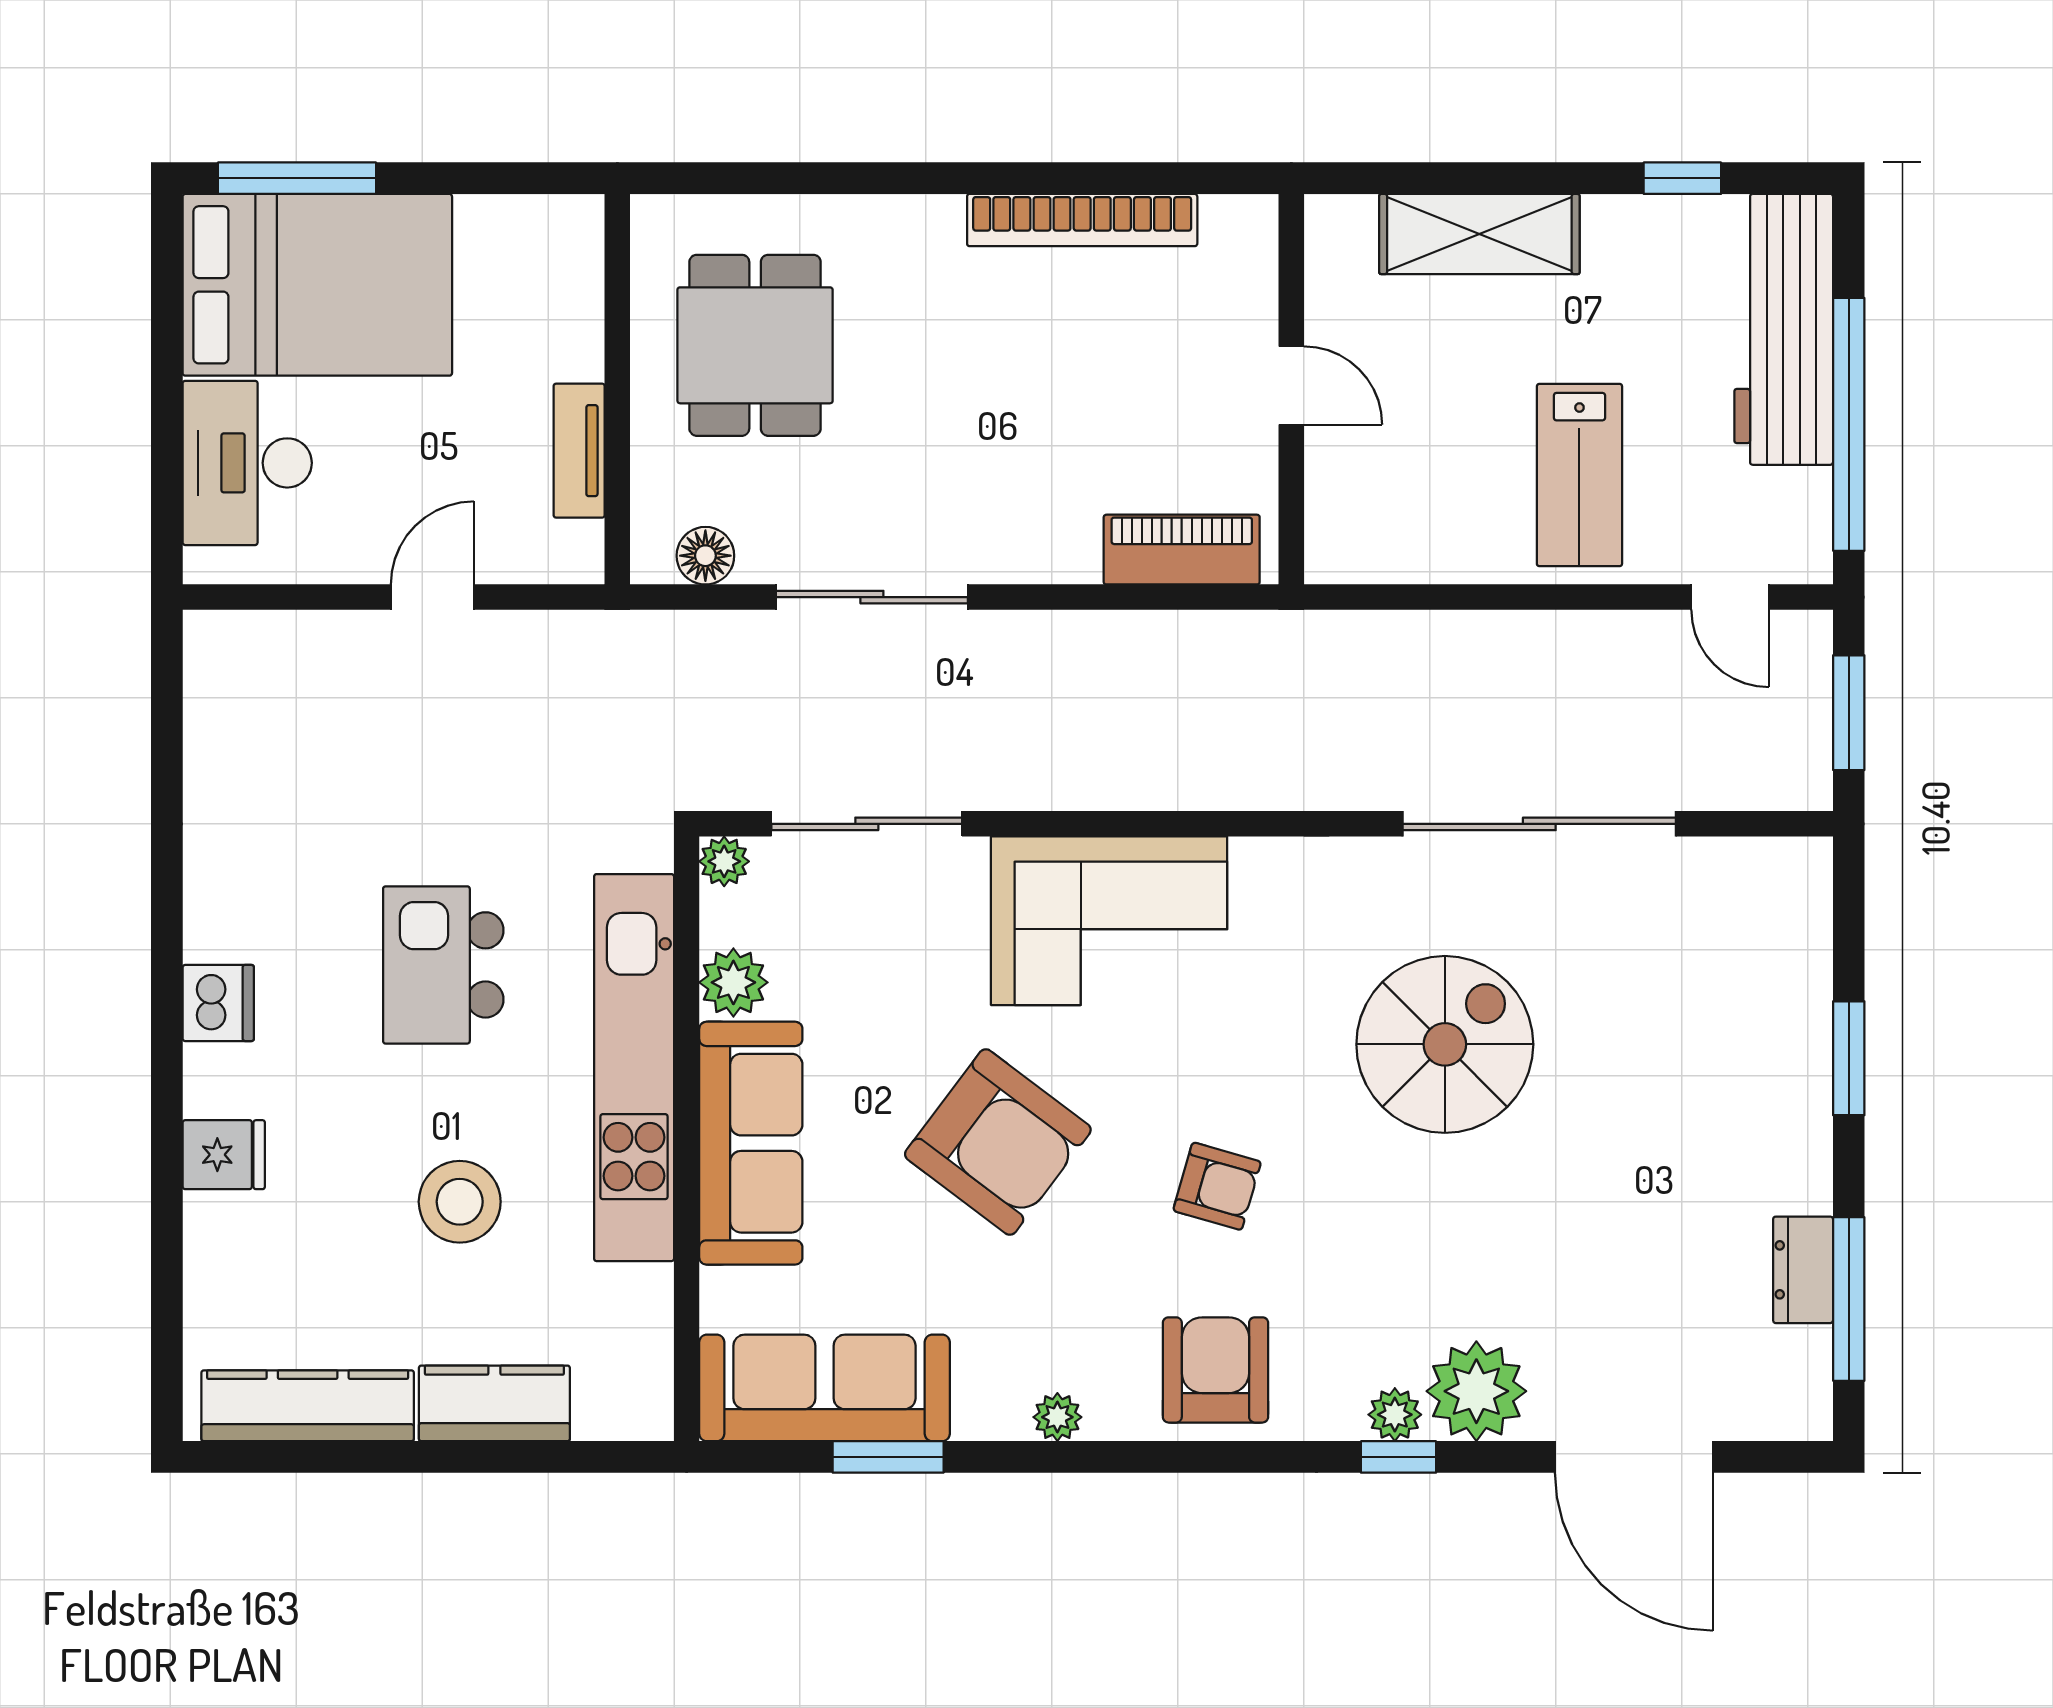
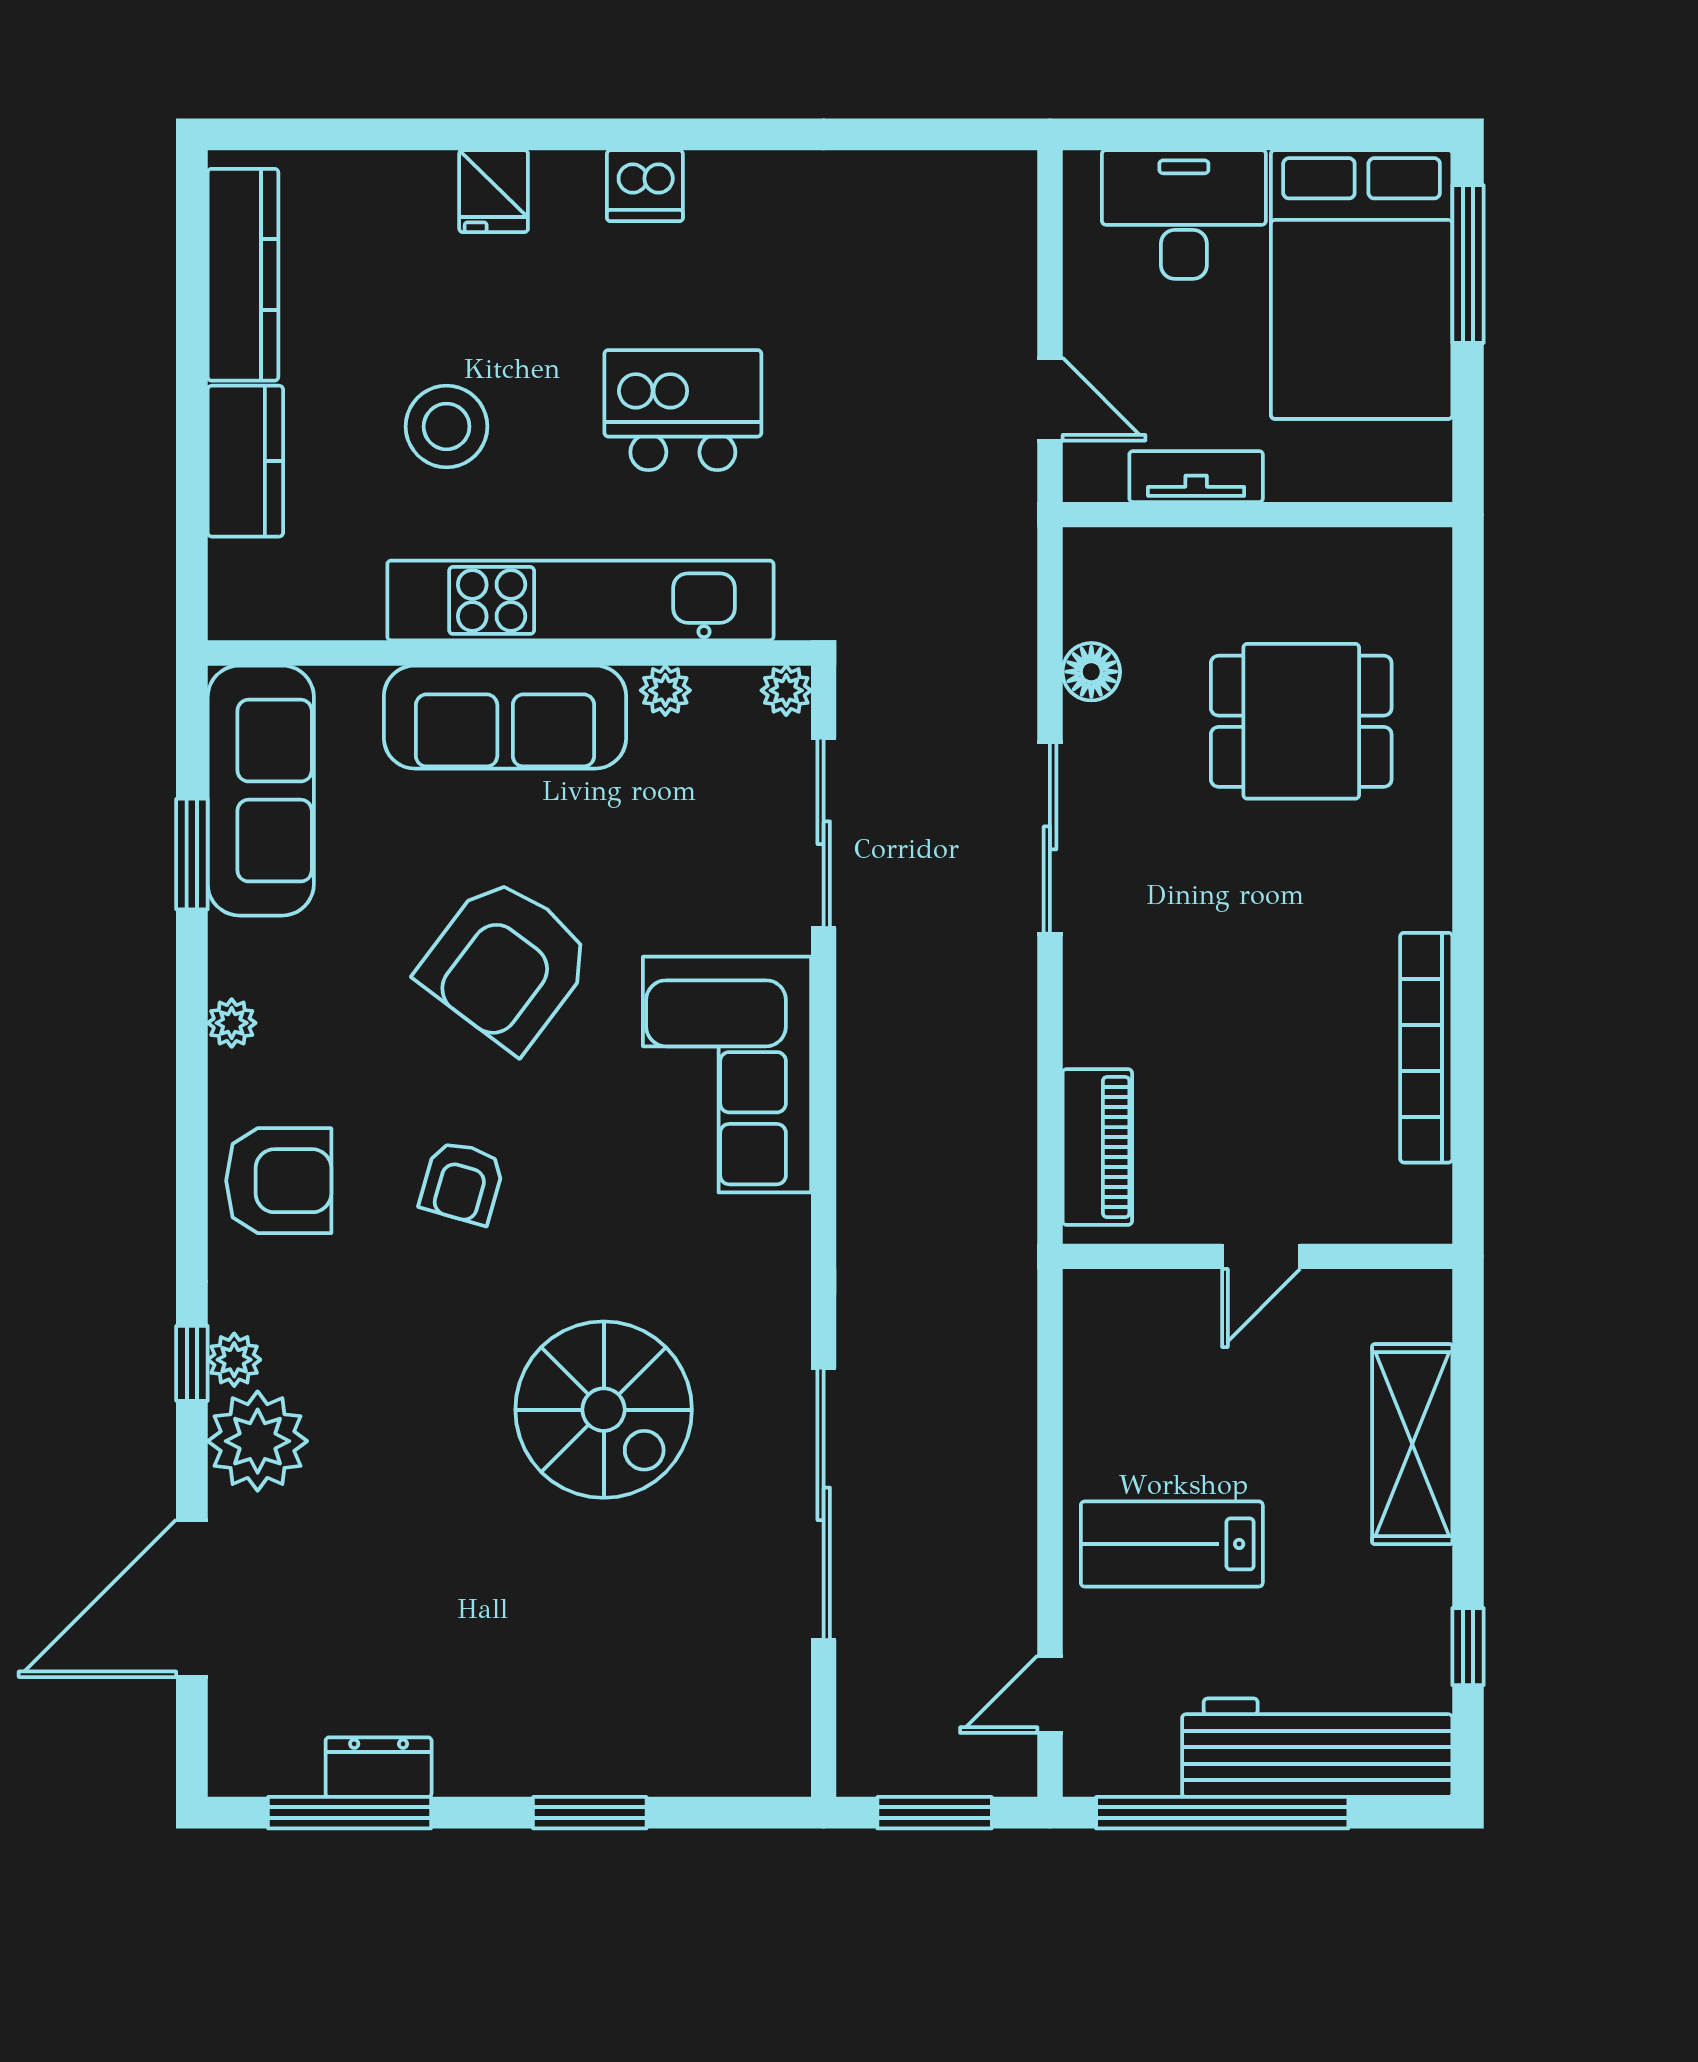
wall: (617, 389) -> (1257, 515), moved
tv unit: (579, 451) -> (1196, 477), moved
plant: (733, 982) -> (665, 690), width x0.73, depth x0.73

